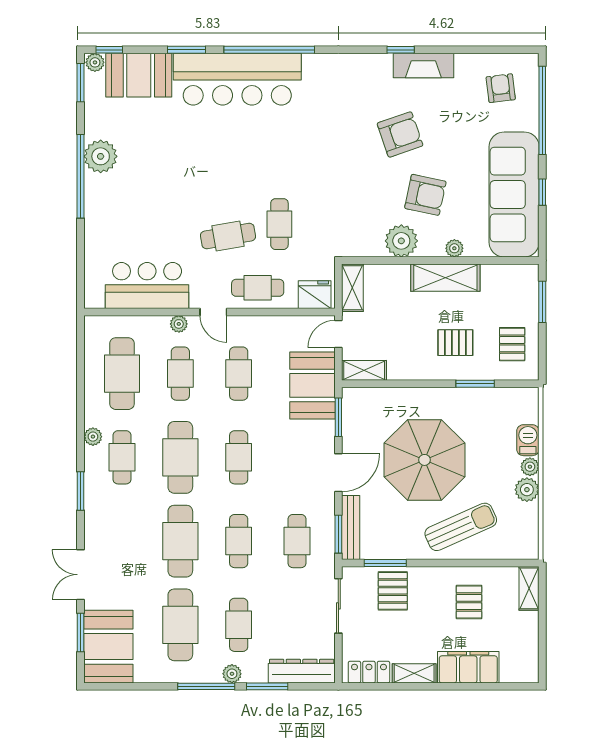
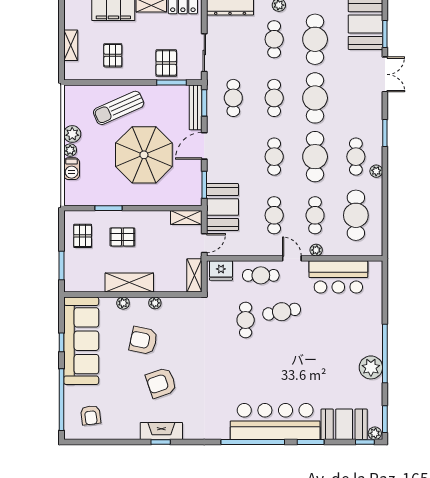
fireplace: (423, 66) -> (161, 431), moved
plant: (401, 241) -> (155, 303), width x0.53, depth x0.53
shelving: (529, 588) -> (71, 45), moved

